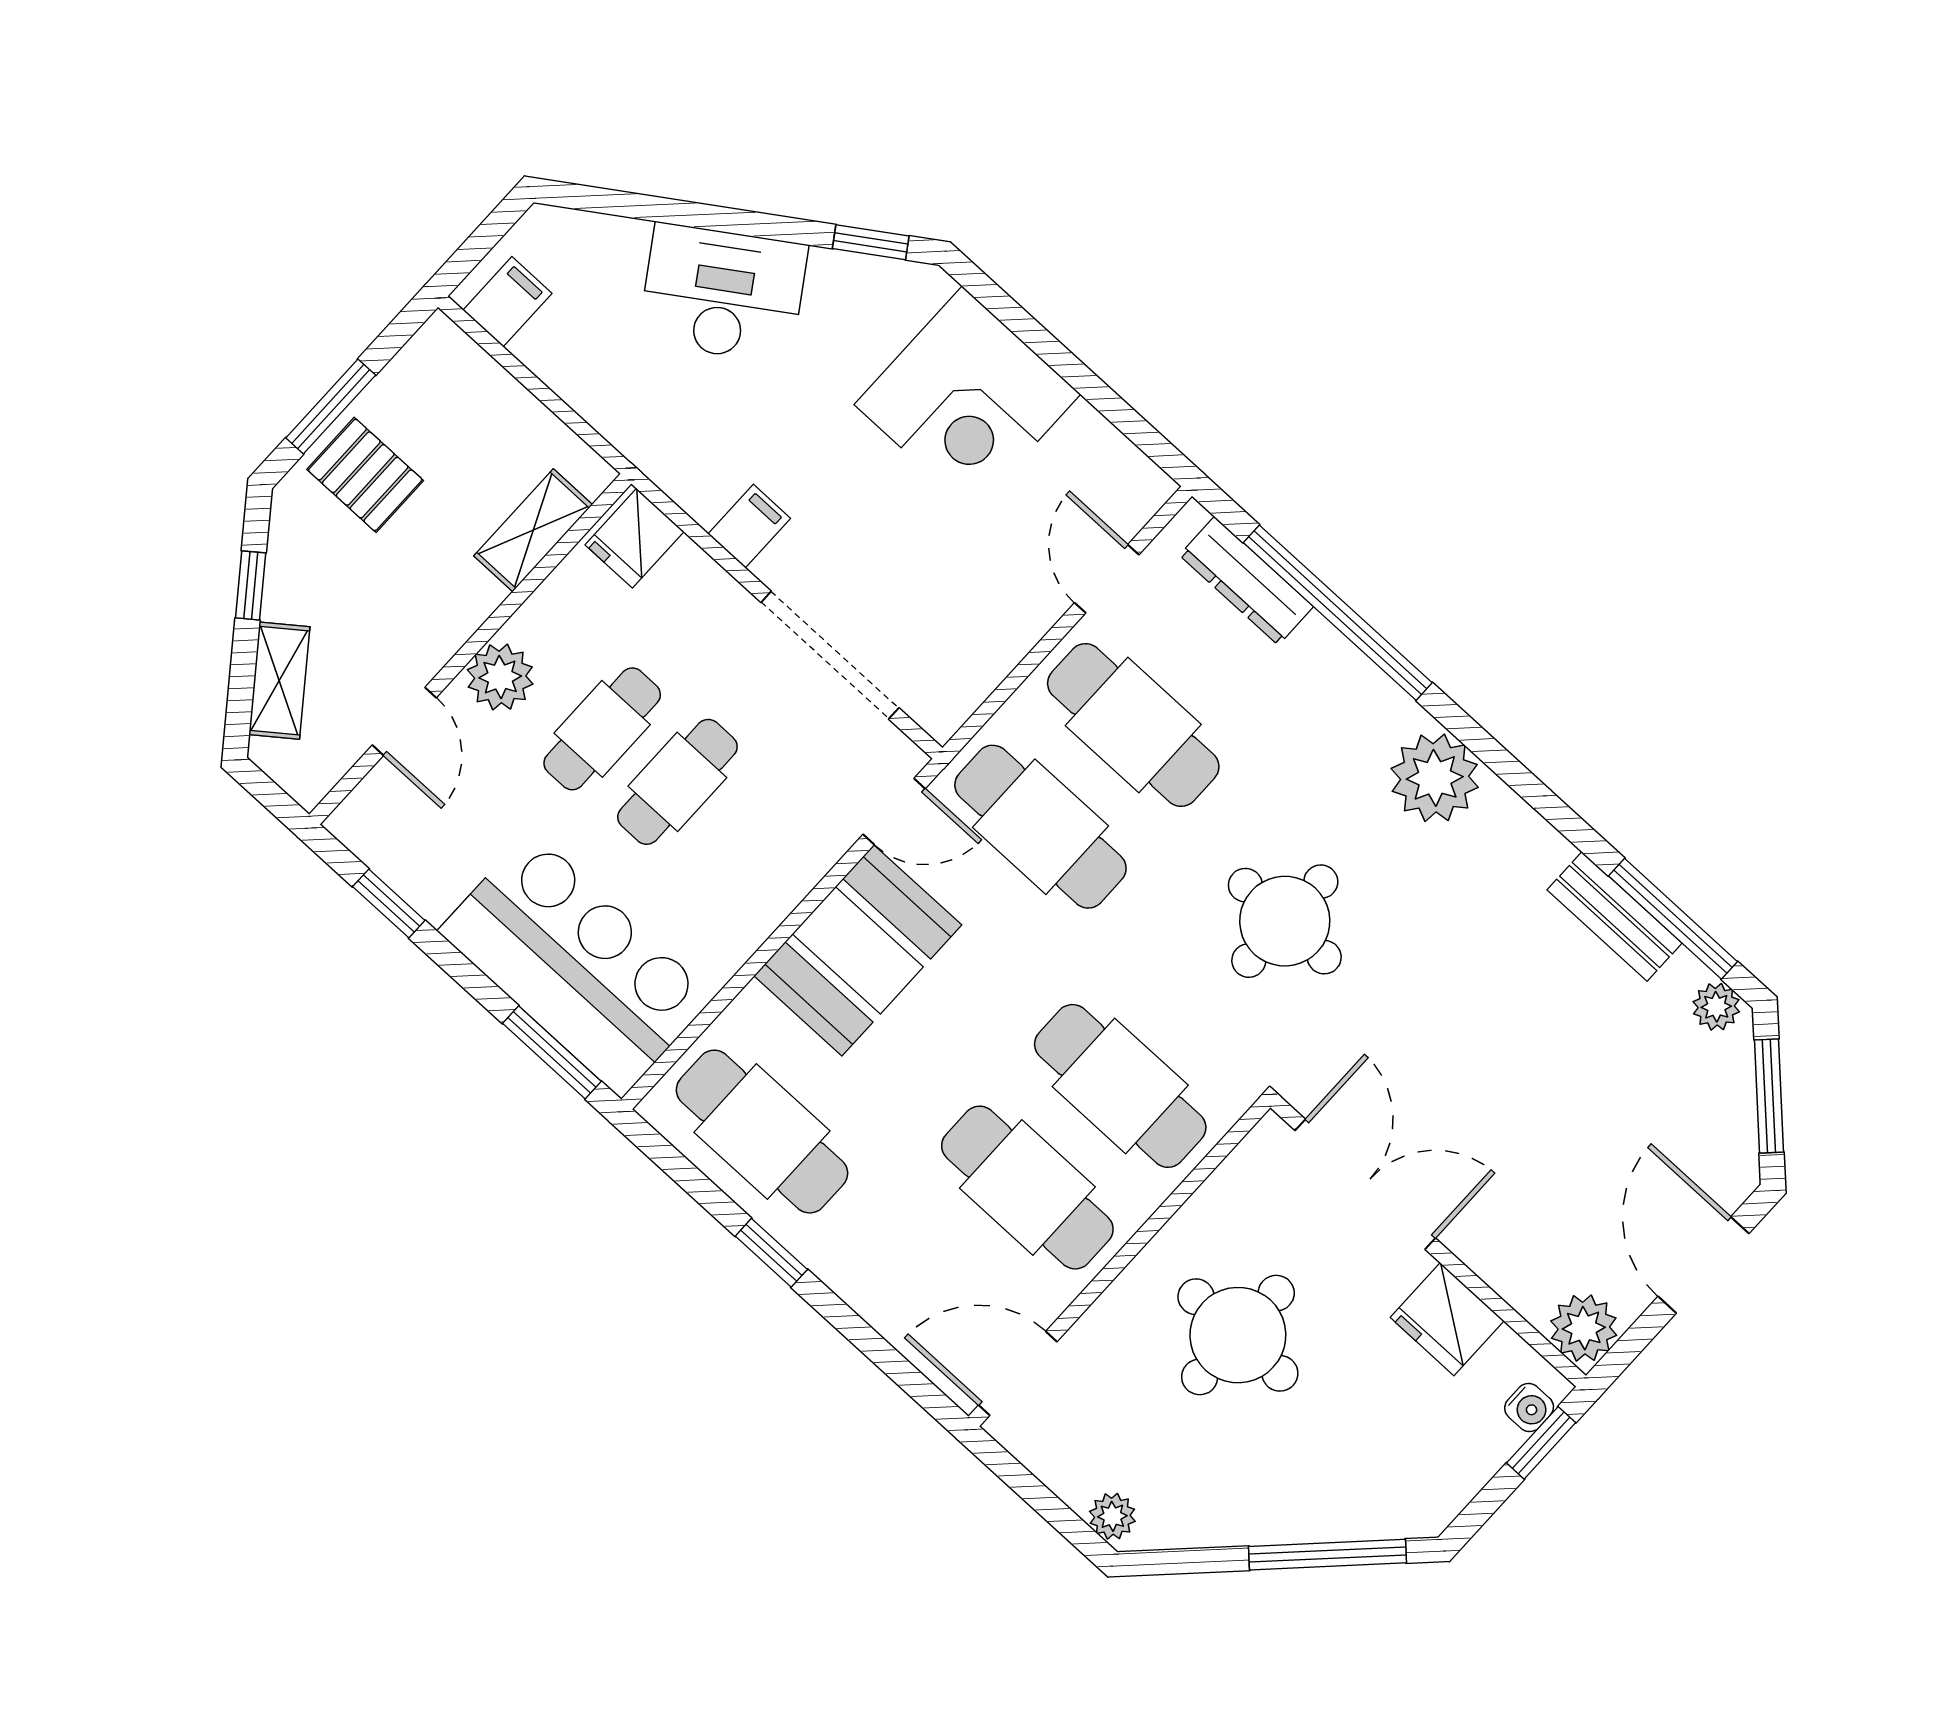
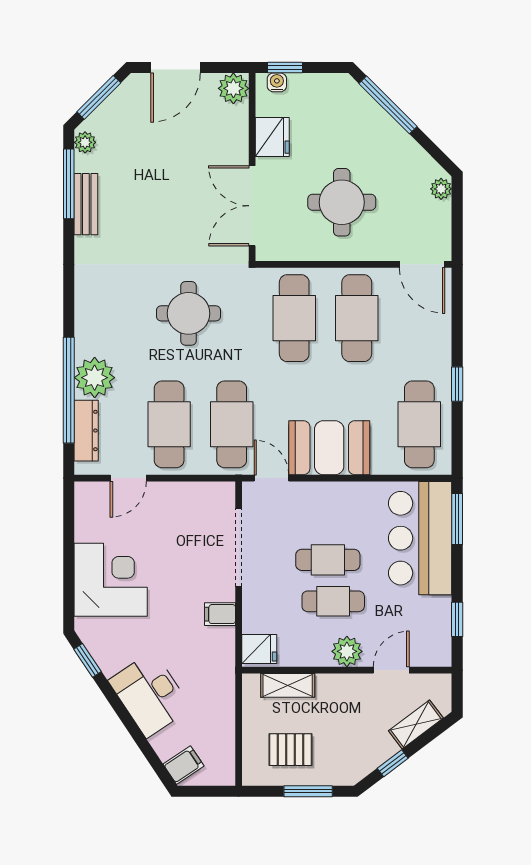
filing cabinet: (507, 302) -> (184, 765), moved, turned 146
pallet: (365, 475) -> (291, 750), moved, turned 90
plant: (1435, 778) -> (95, 378), moved

